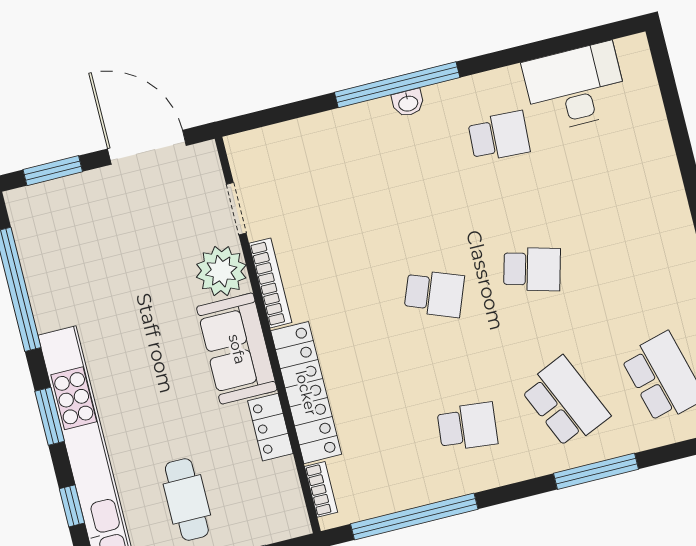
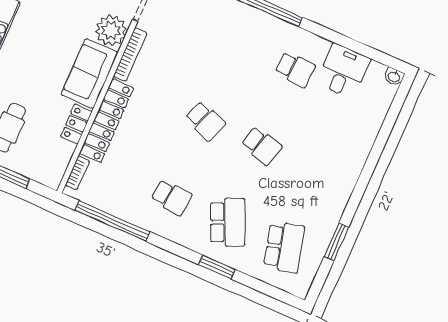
desk: (575, 87) -> (343, 71), width x0.73
washbasin: (408, 103) -> (394, 77), moved
window: (596, 471) -> (217, 267), width x0.69

